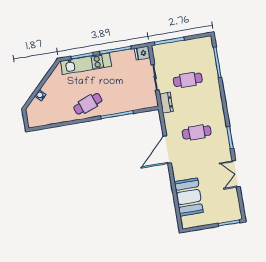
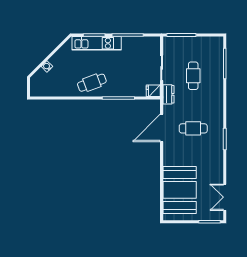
fridge: (142, 53) -> (153, 91), moved
cafe table: (188, 80) -> (193, 76), turned 90
door: (167, 150) -> (162, 128), moved
double door: (236, 174) -> (225, 197), moved
booth: (189, 197) -> (180, 190), width x1.36, depth x1.42

